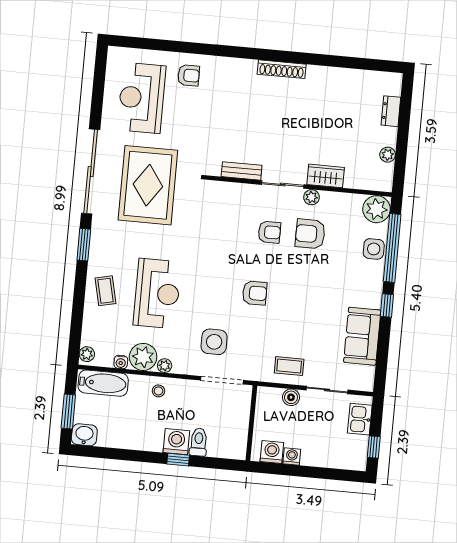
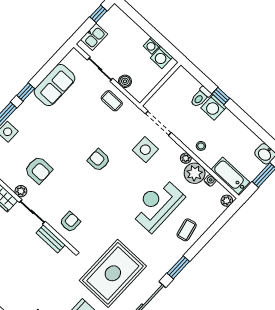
armchair: (269, 232) -> (70, 222), moved, turned 90

